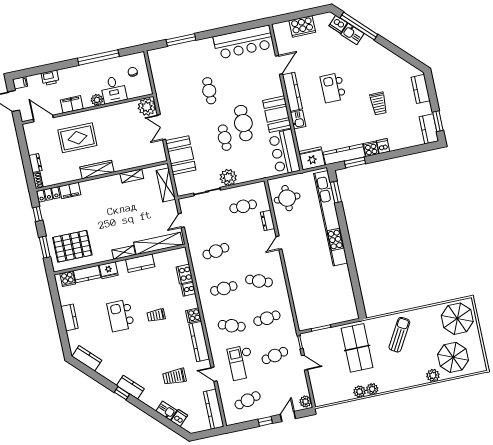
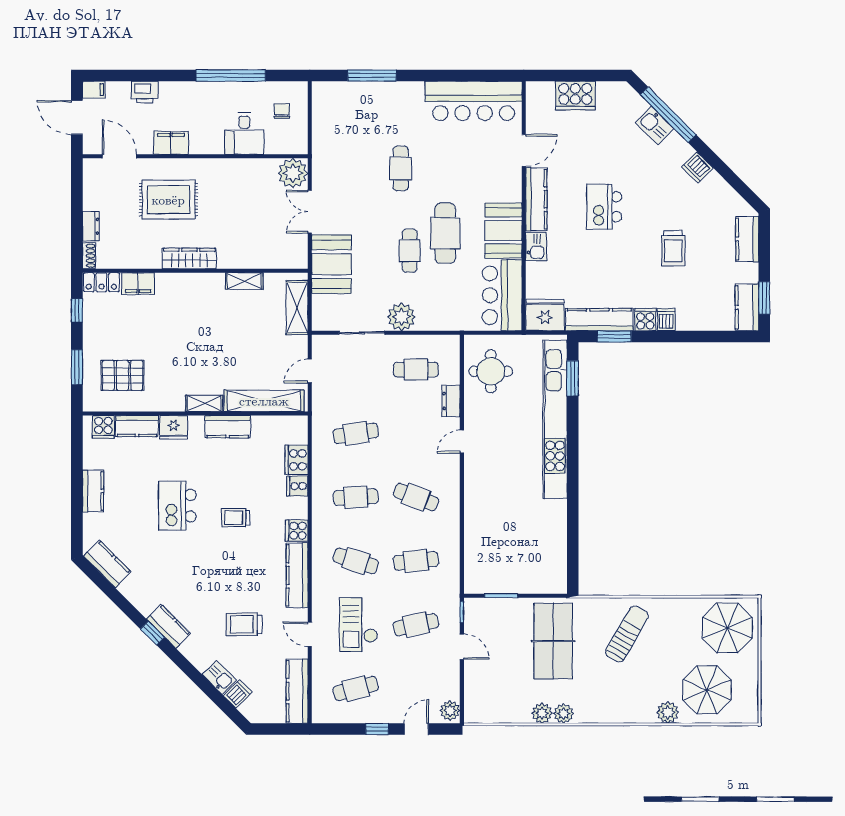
dishwasher: (338, 24) -> (697, 167), moved
plant: (97, 100) -> (214, 145), removed
pallet: (72, 246) -> (123, 375), width x0.73, depth x0.71

